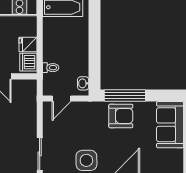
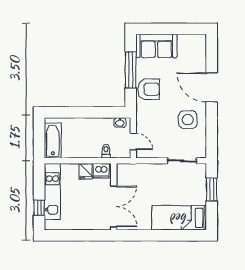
window: (125, 96) -> (131, 70), moved
armchair: (121, 116) -> (149, 89), turned 90

